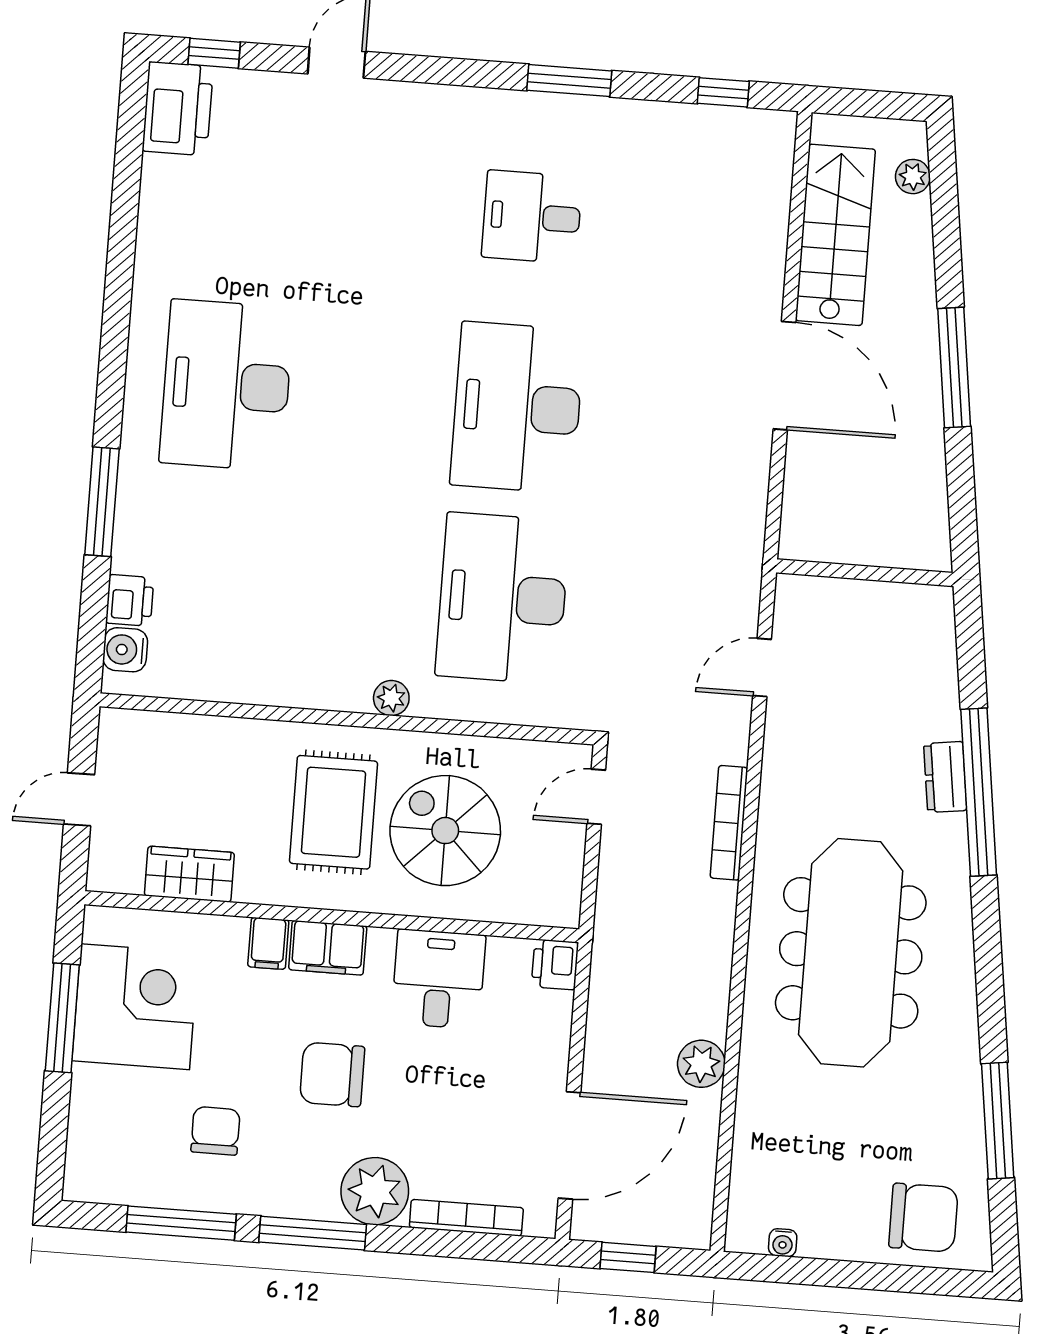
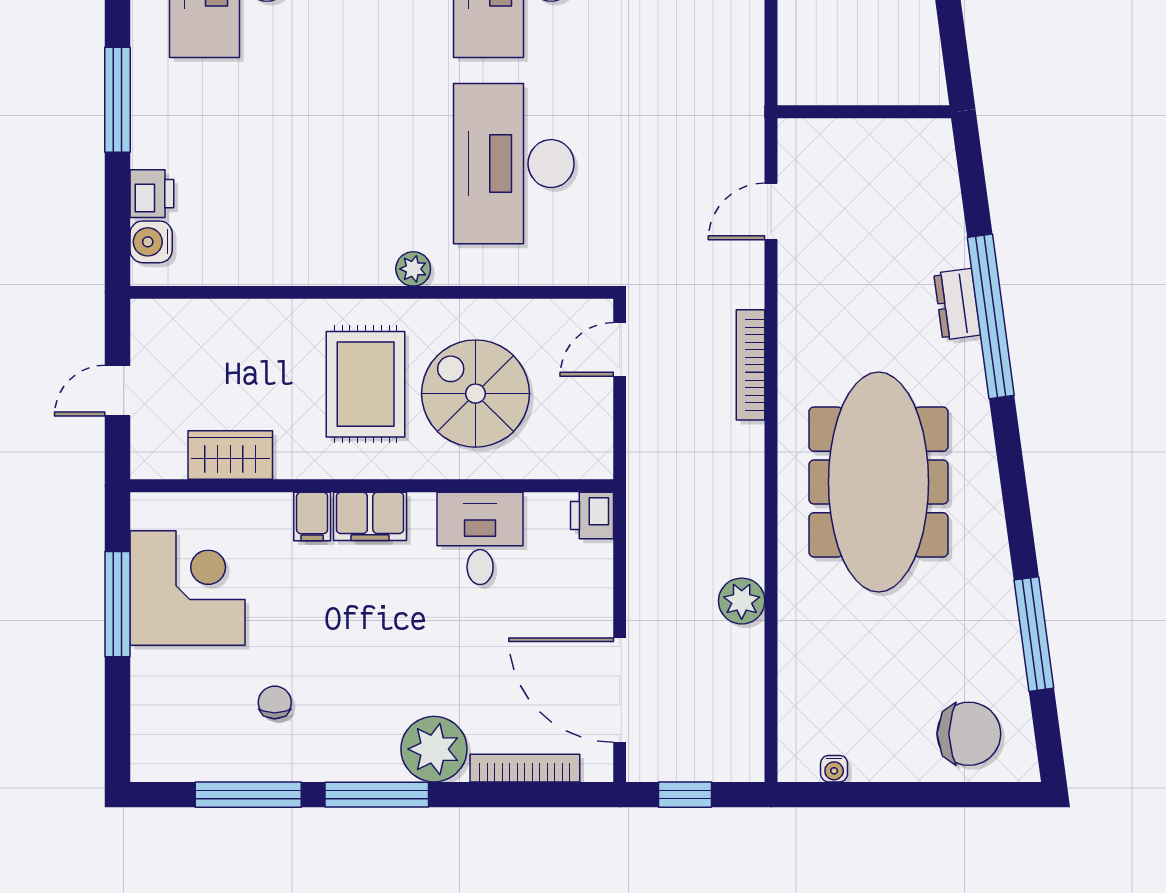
chair: (332, 1074) -> (384, 639), removed
chair: (215, 1131) -> (275, 702), width x0.73, depth x0.73
door: (569, 1145) -> (620, 690), swing flipped

